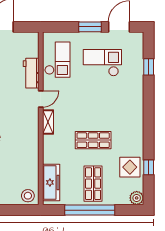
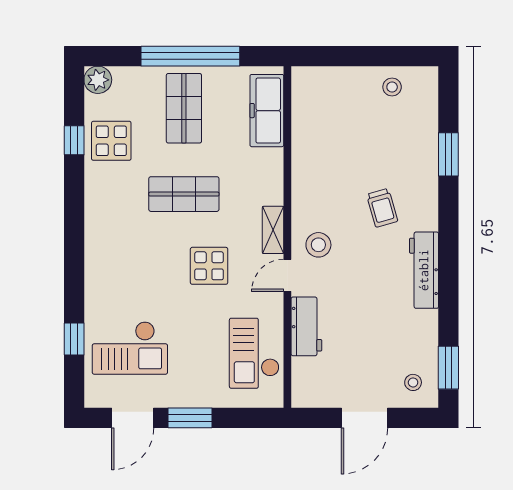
checkout: (102, 63) -> (130, 348), moved
display table: (80, 104) -> (209, 266), added
stool: (28, 196) -> (318, 245), moved

